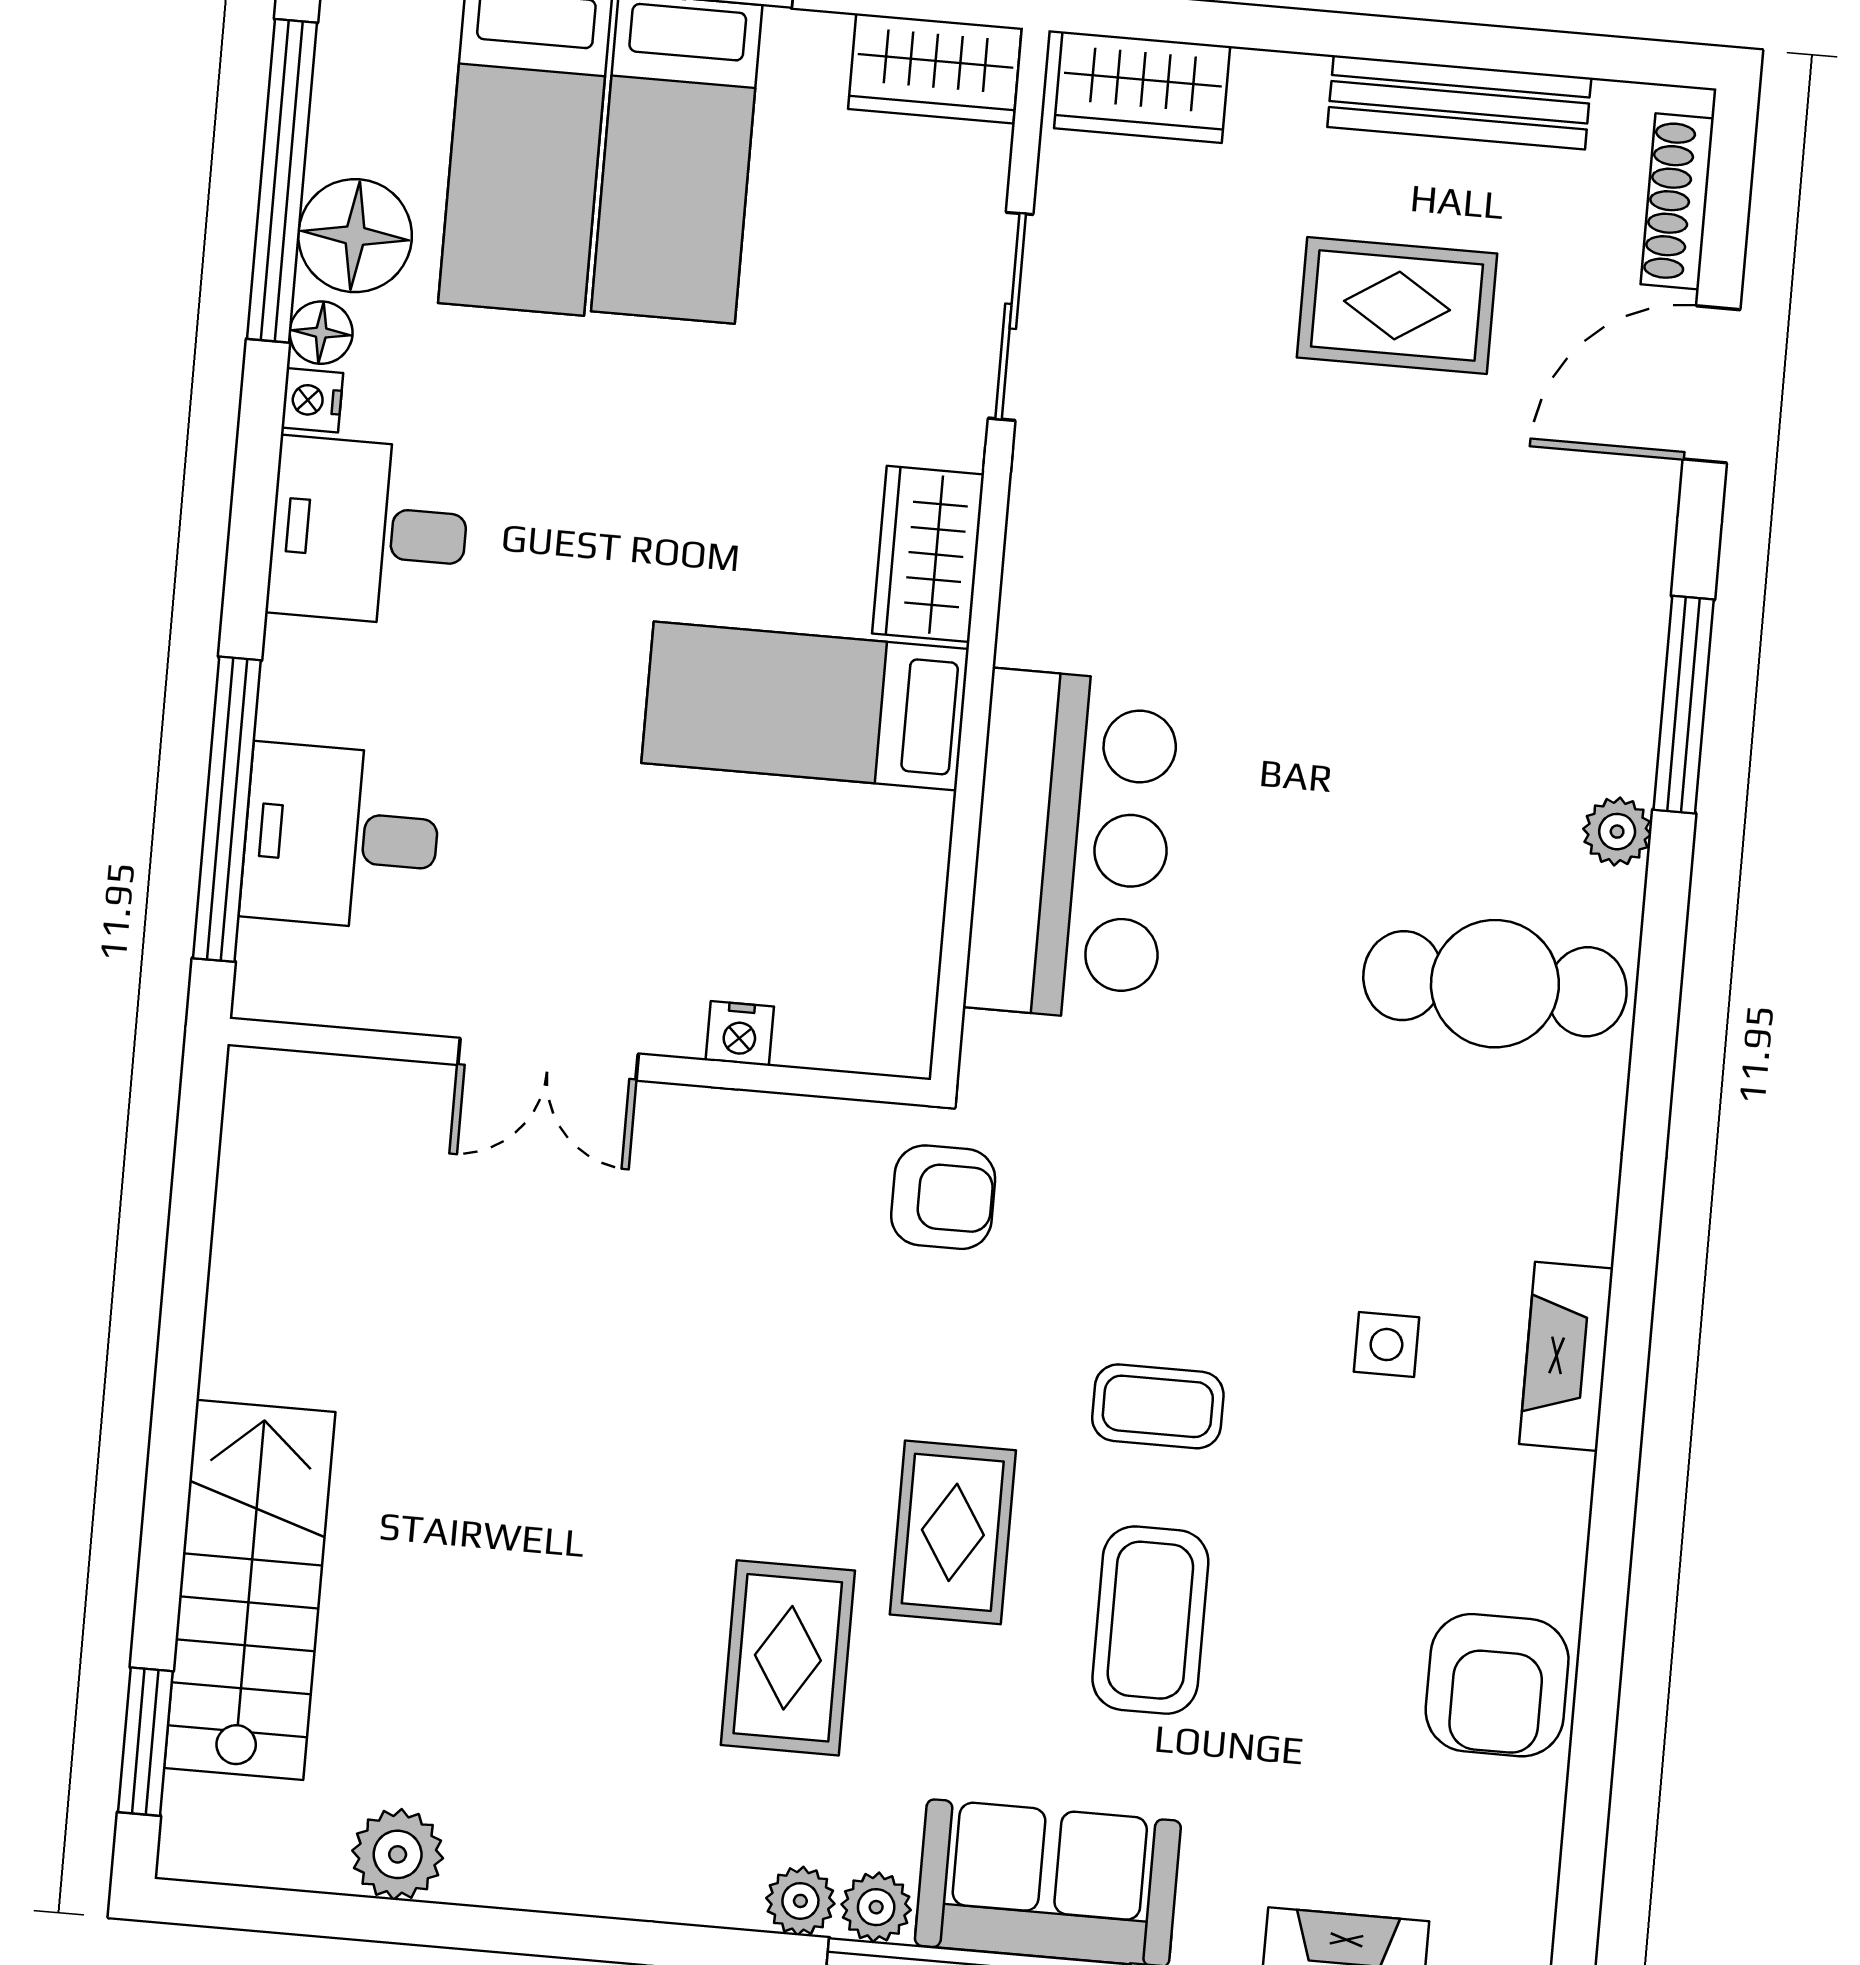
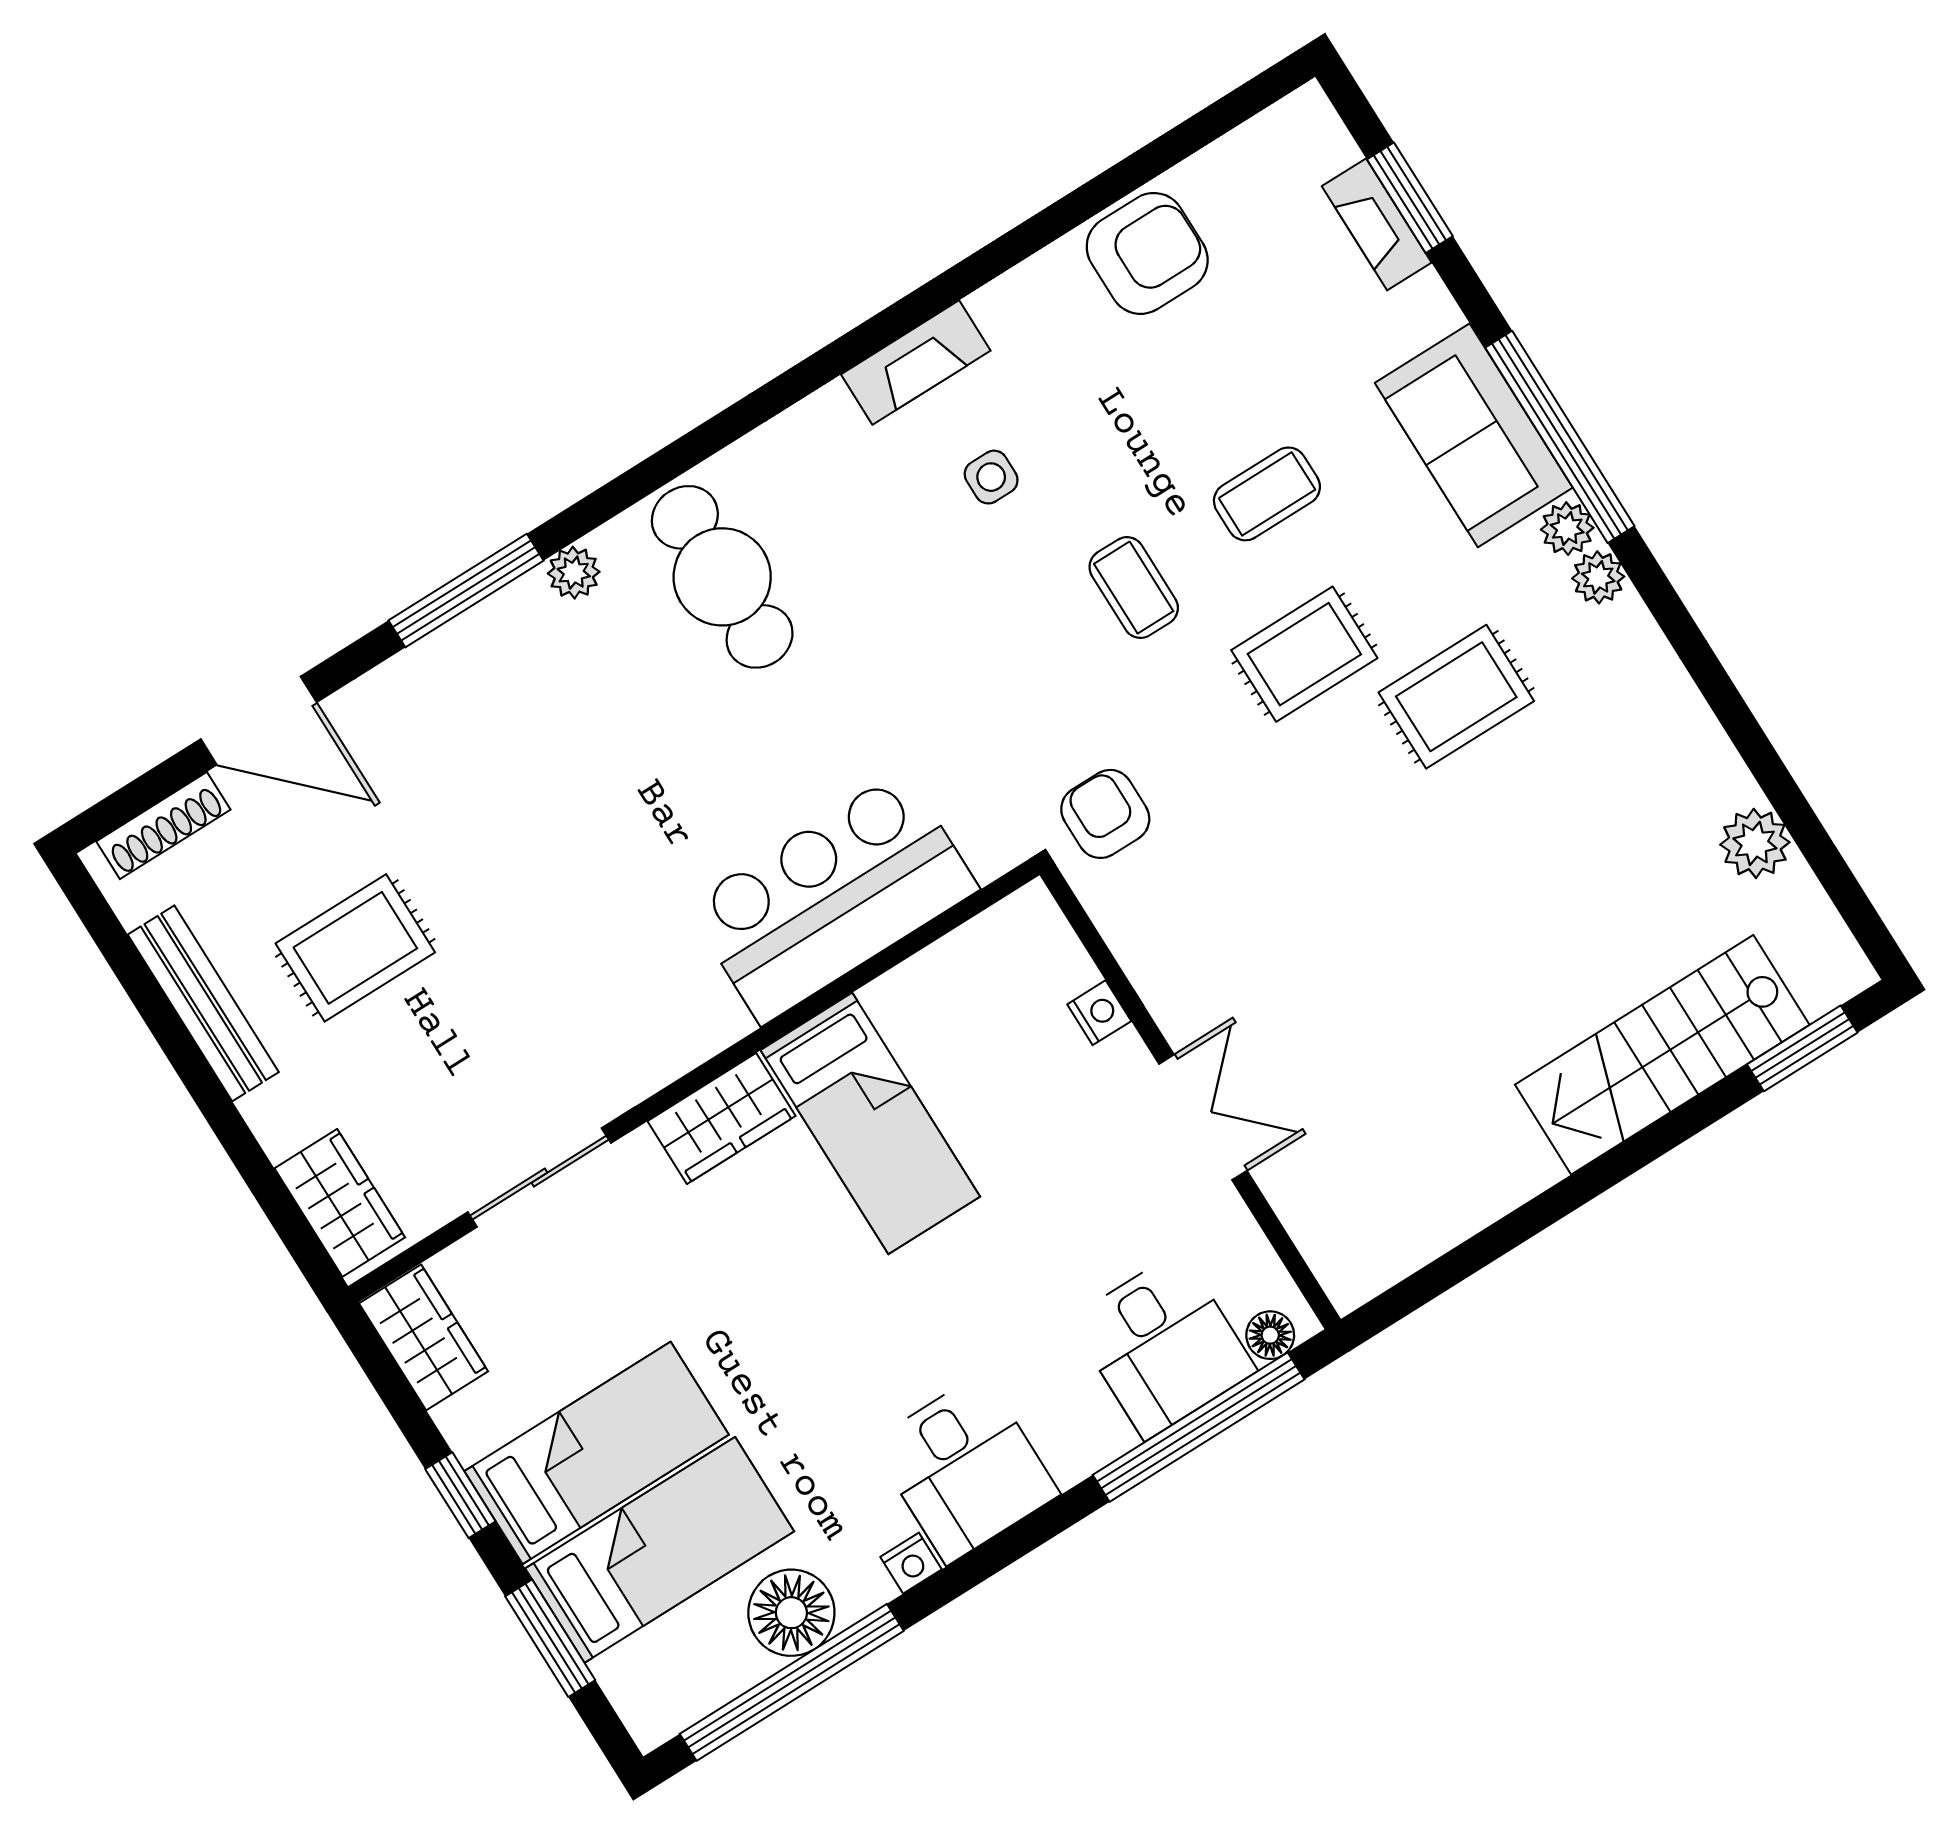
rug: (1397, 305) -> (355, 948), turned 90
floor lamp: (321, 333) -> (1270, 1335), moved
coffee table: (1150, 1620) -> (1267, 494), width x0.73, depth x0.77

